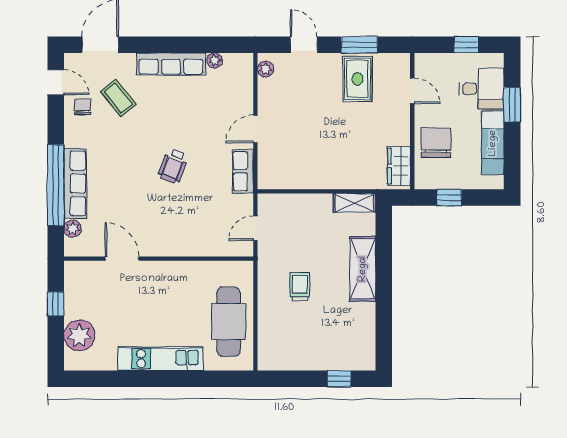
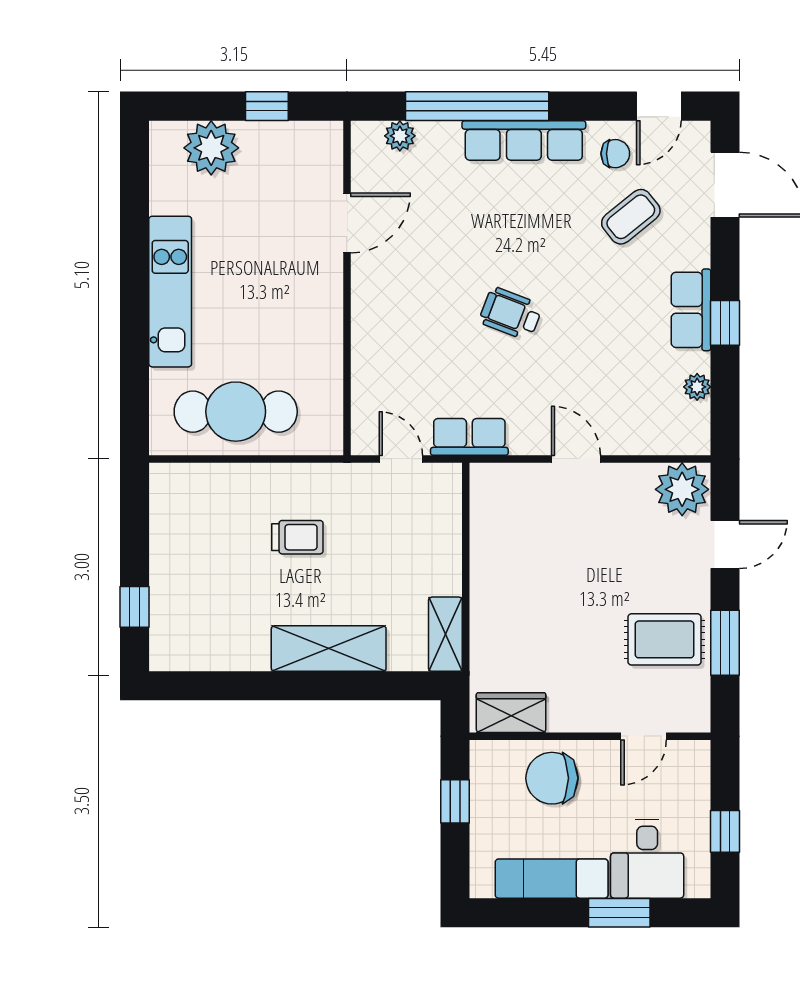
window: (178, 45) -> (725, 323), added
row of seats: (171, 64) -> (691, 310), width x0.68
plant: (265, 69) -> (682, 489), width x1.88, depth x1.88
chair: (436, 143) -> (552, 778), turned 180
row of seats: (243, 171) -> (469, 437), moved
row of seats: (75, 183) -> (524, 140), moved

